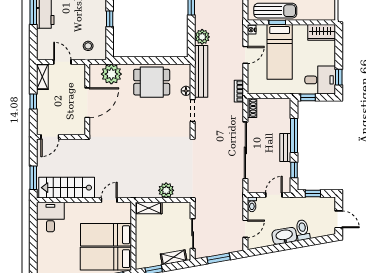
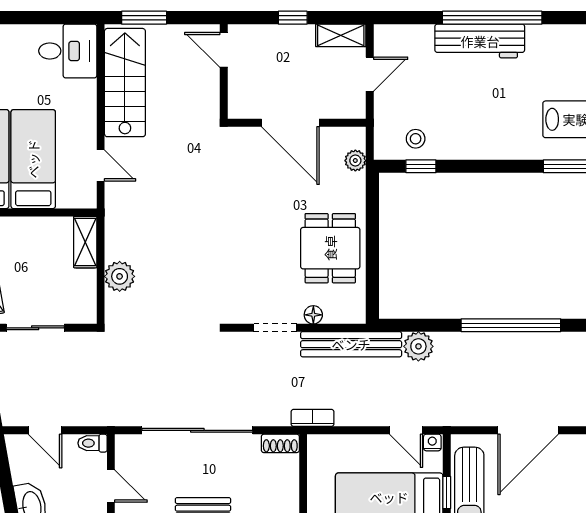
window: (110, 19) -> (421, 166), moved
stool: (88, 46) -> (416, 139), moved
door: (245, 55) -> (406, 430), moved
plant: (111, 74) -> (355, 161), width x0.53, depth x0.53

